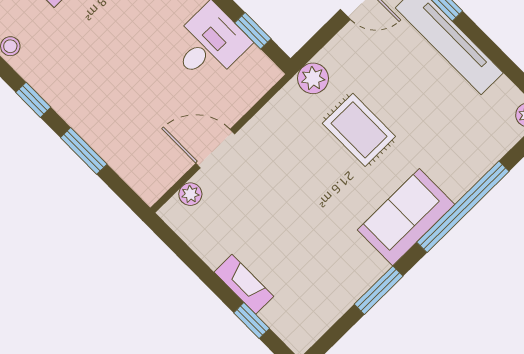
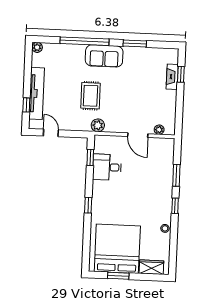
plant: (313, 78) -> (98, 125), moved
fireplace: (244, 284) -> (172, 77), moved

